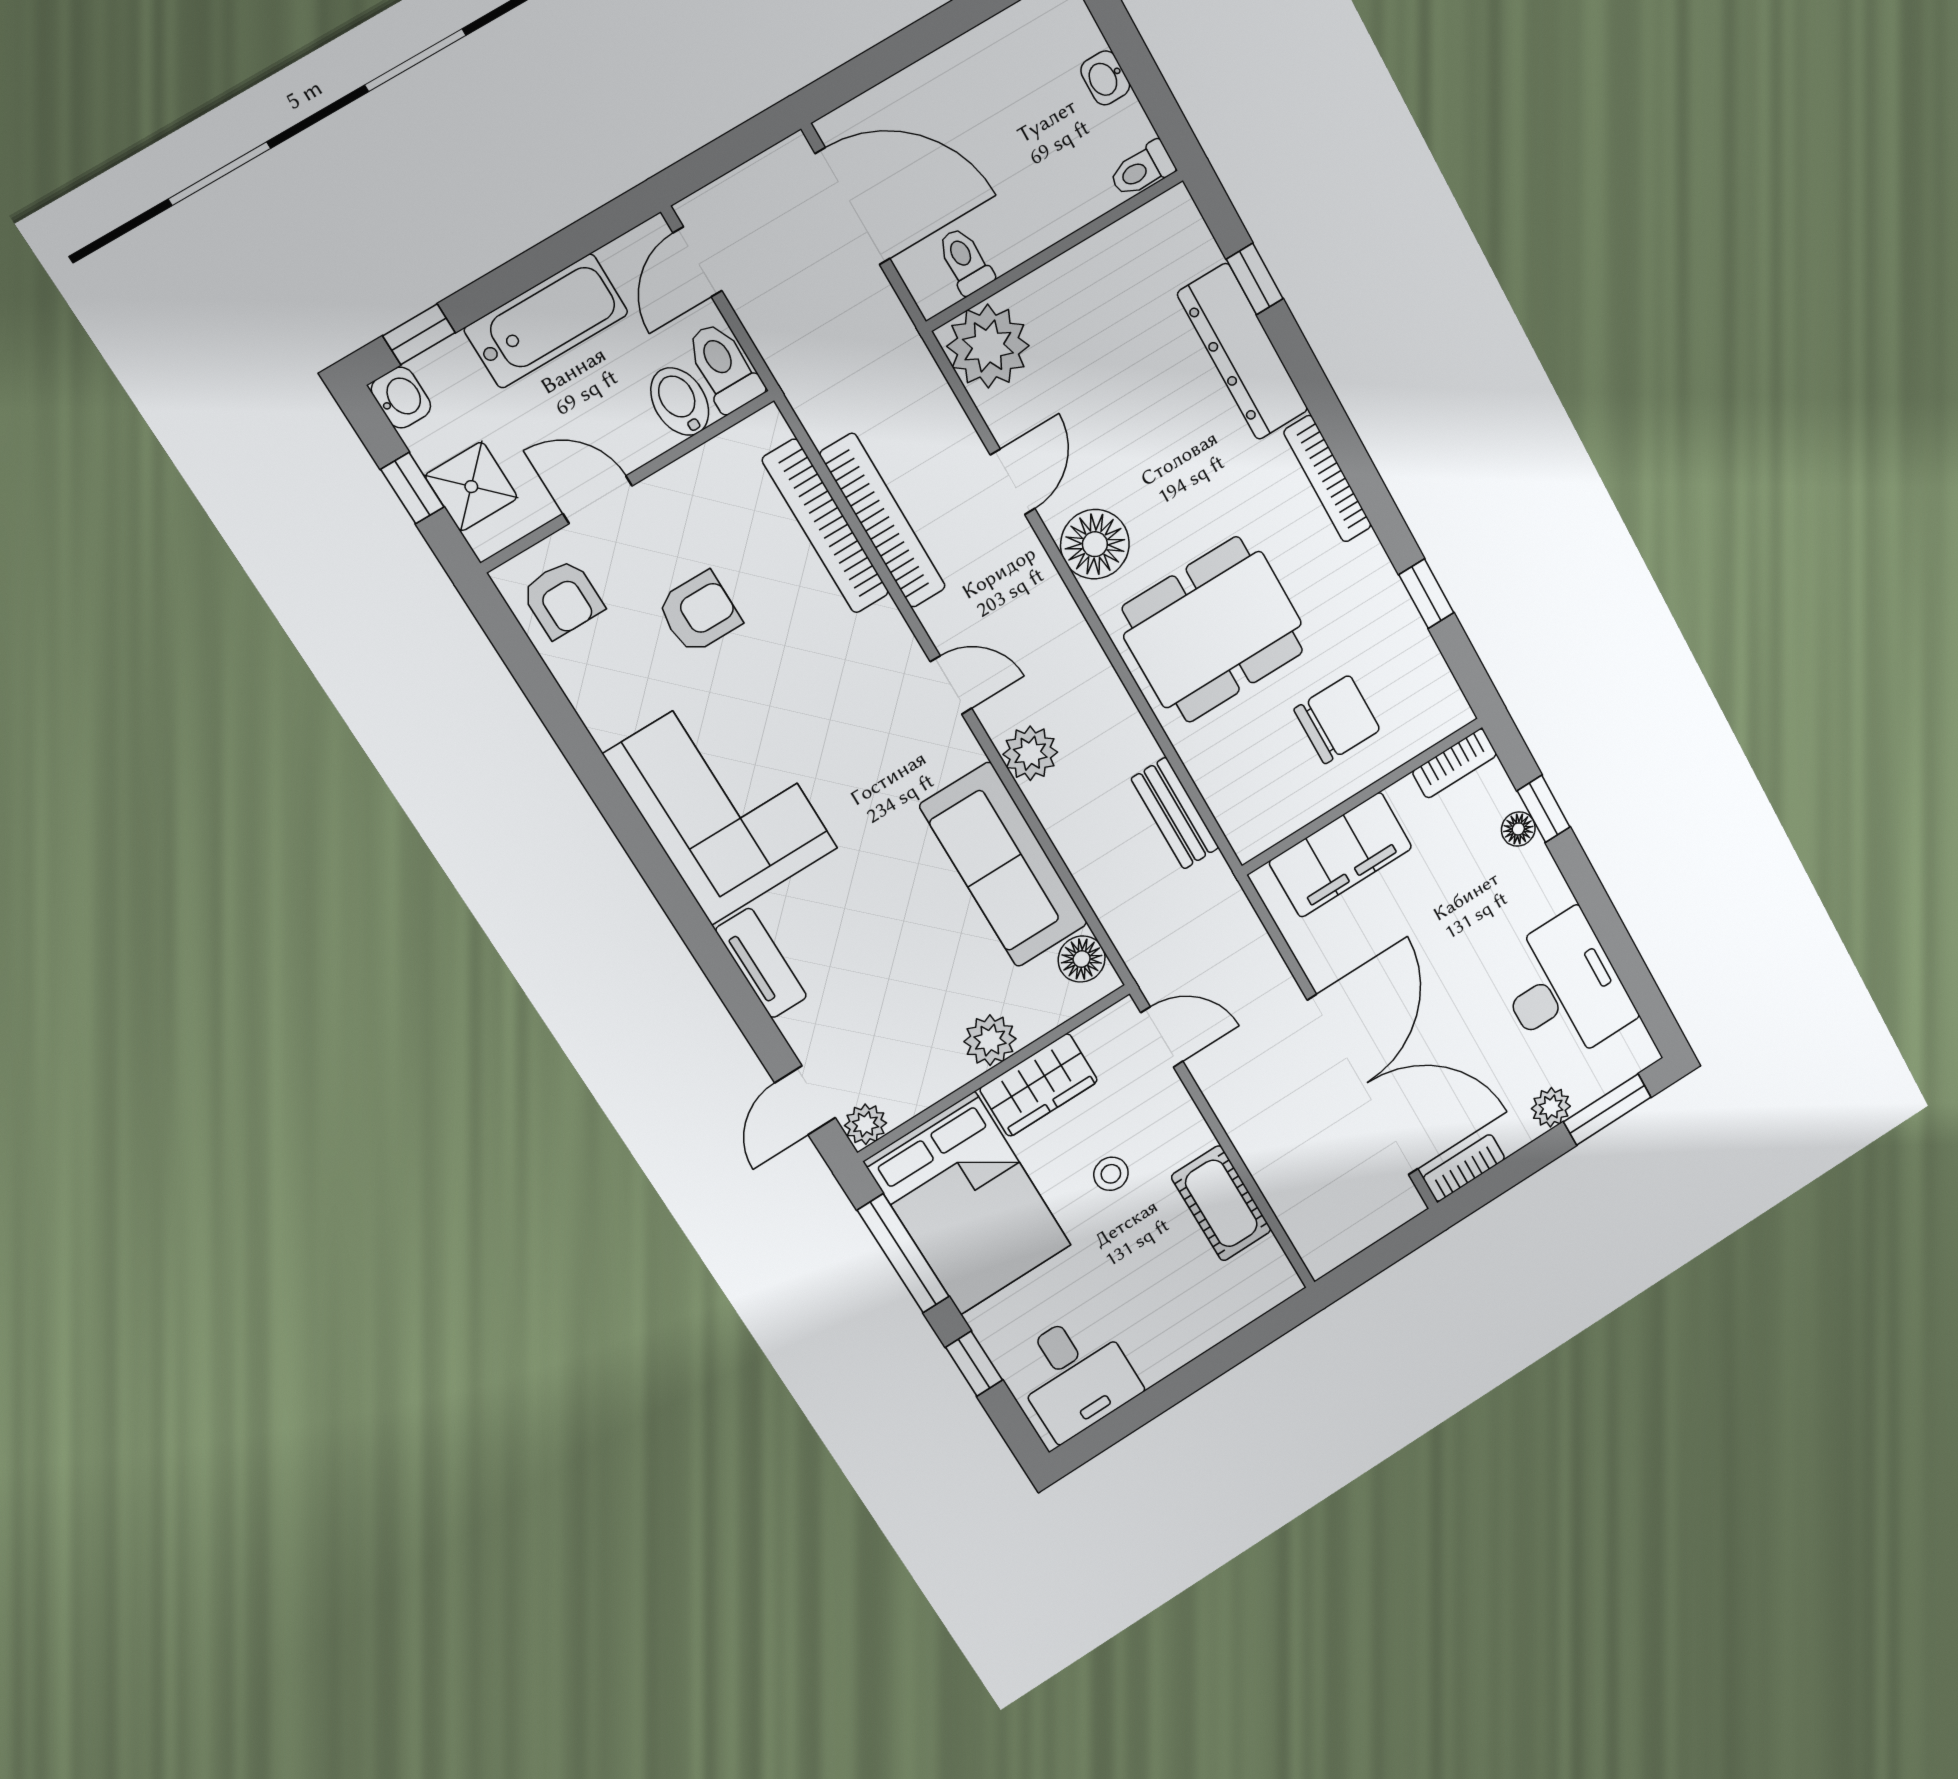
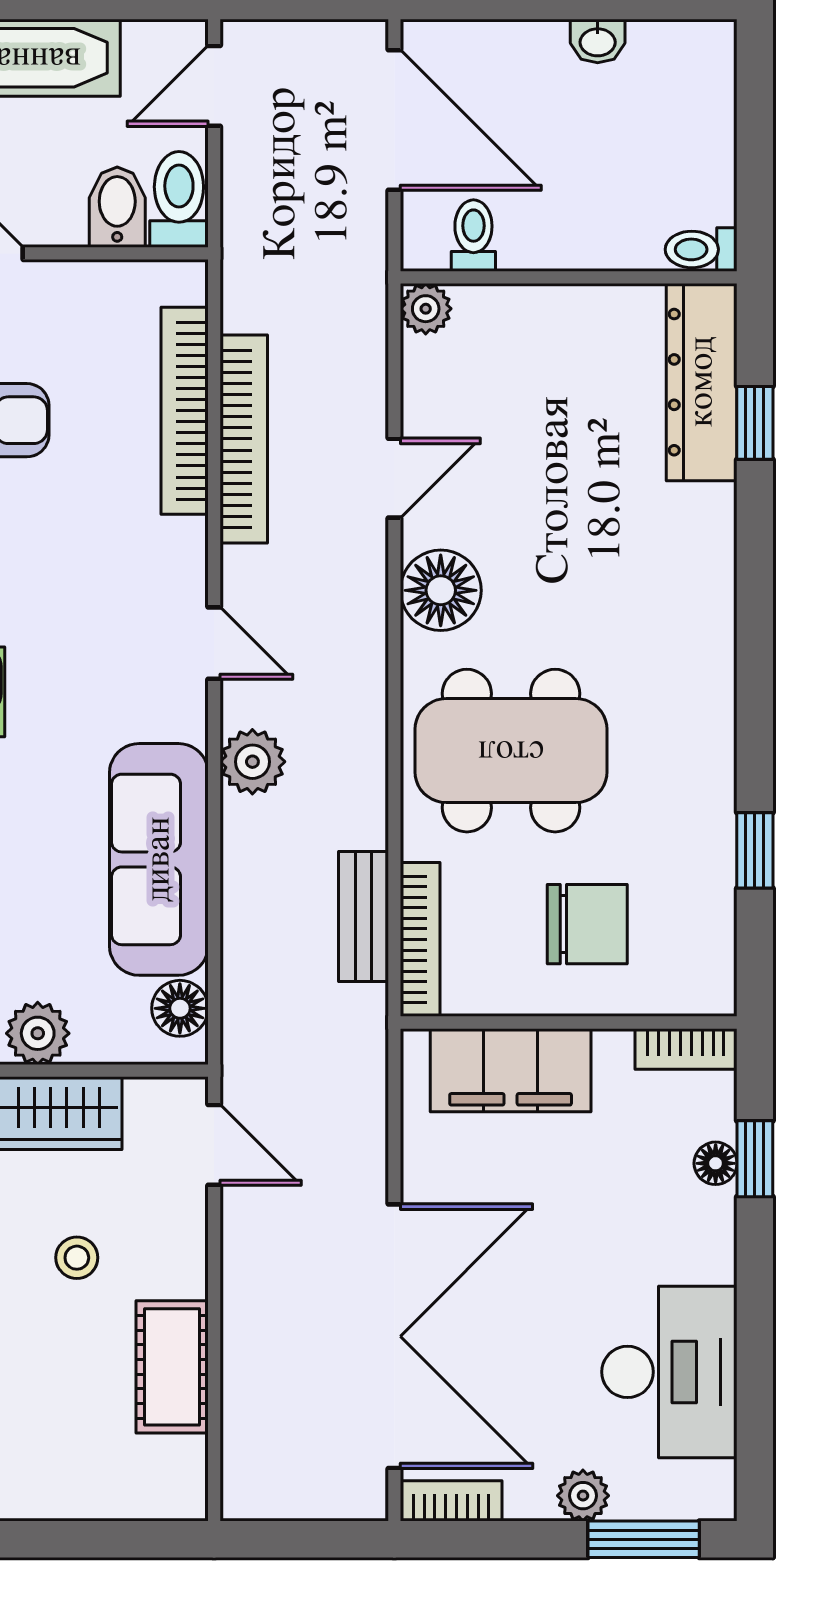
washbasin: (1105, 78) -> (598, 41), moved, turned -90
plant: (988, 346) -> (426, 309), width x0.53, depth x0.53
dresser: (1243, 352) -> (702, 382), moved
bookcase: (1328, 479) -> (420, 939), moved, turned 180

